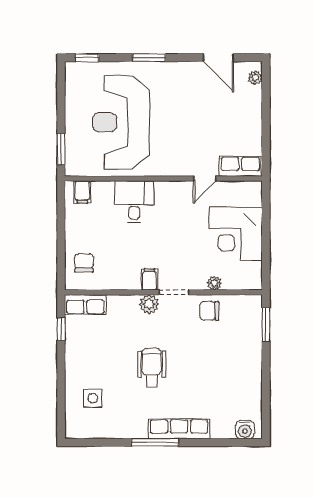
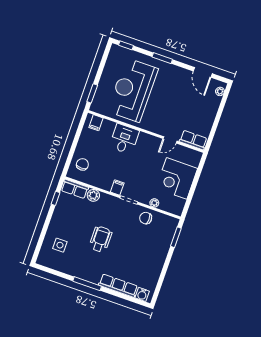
plant: (149, 304) -> (93, 195), moved
row of seats: (179, 429) -> (118, 286), moved

